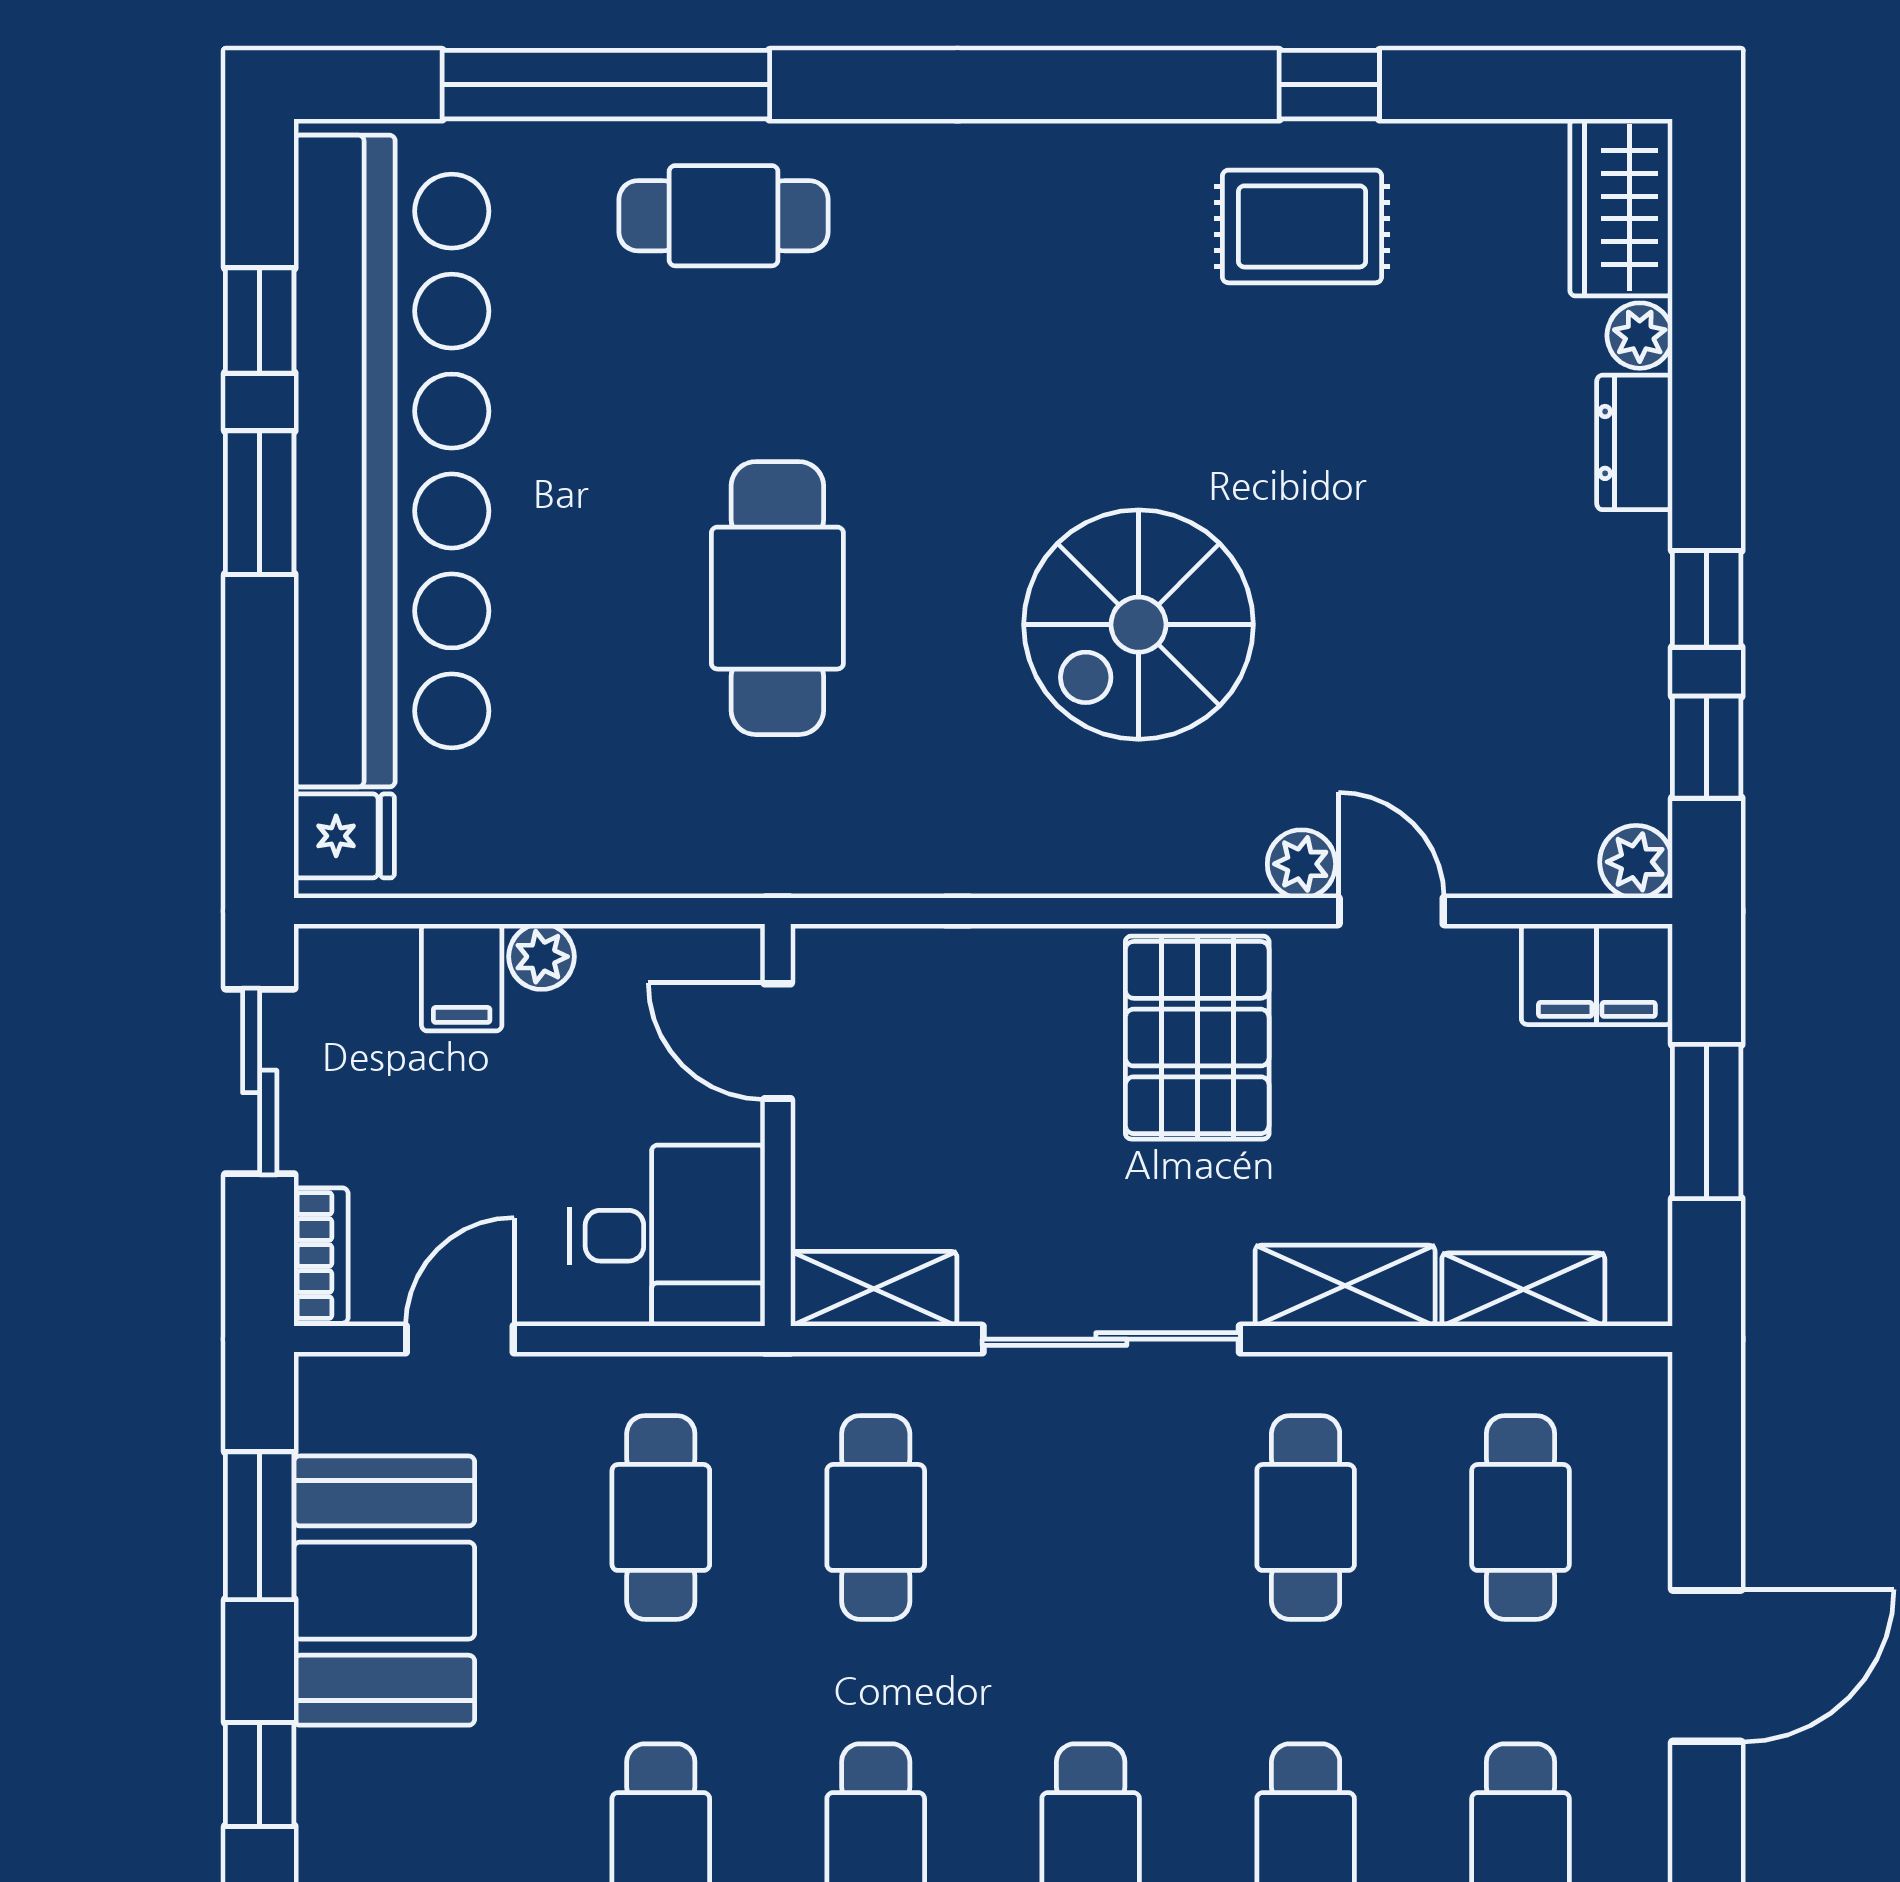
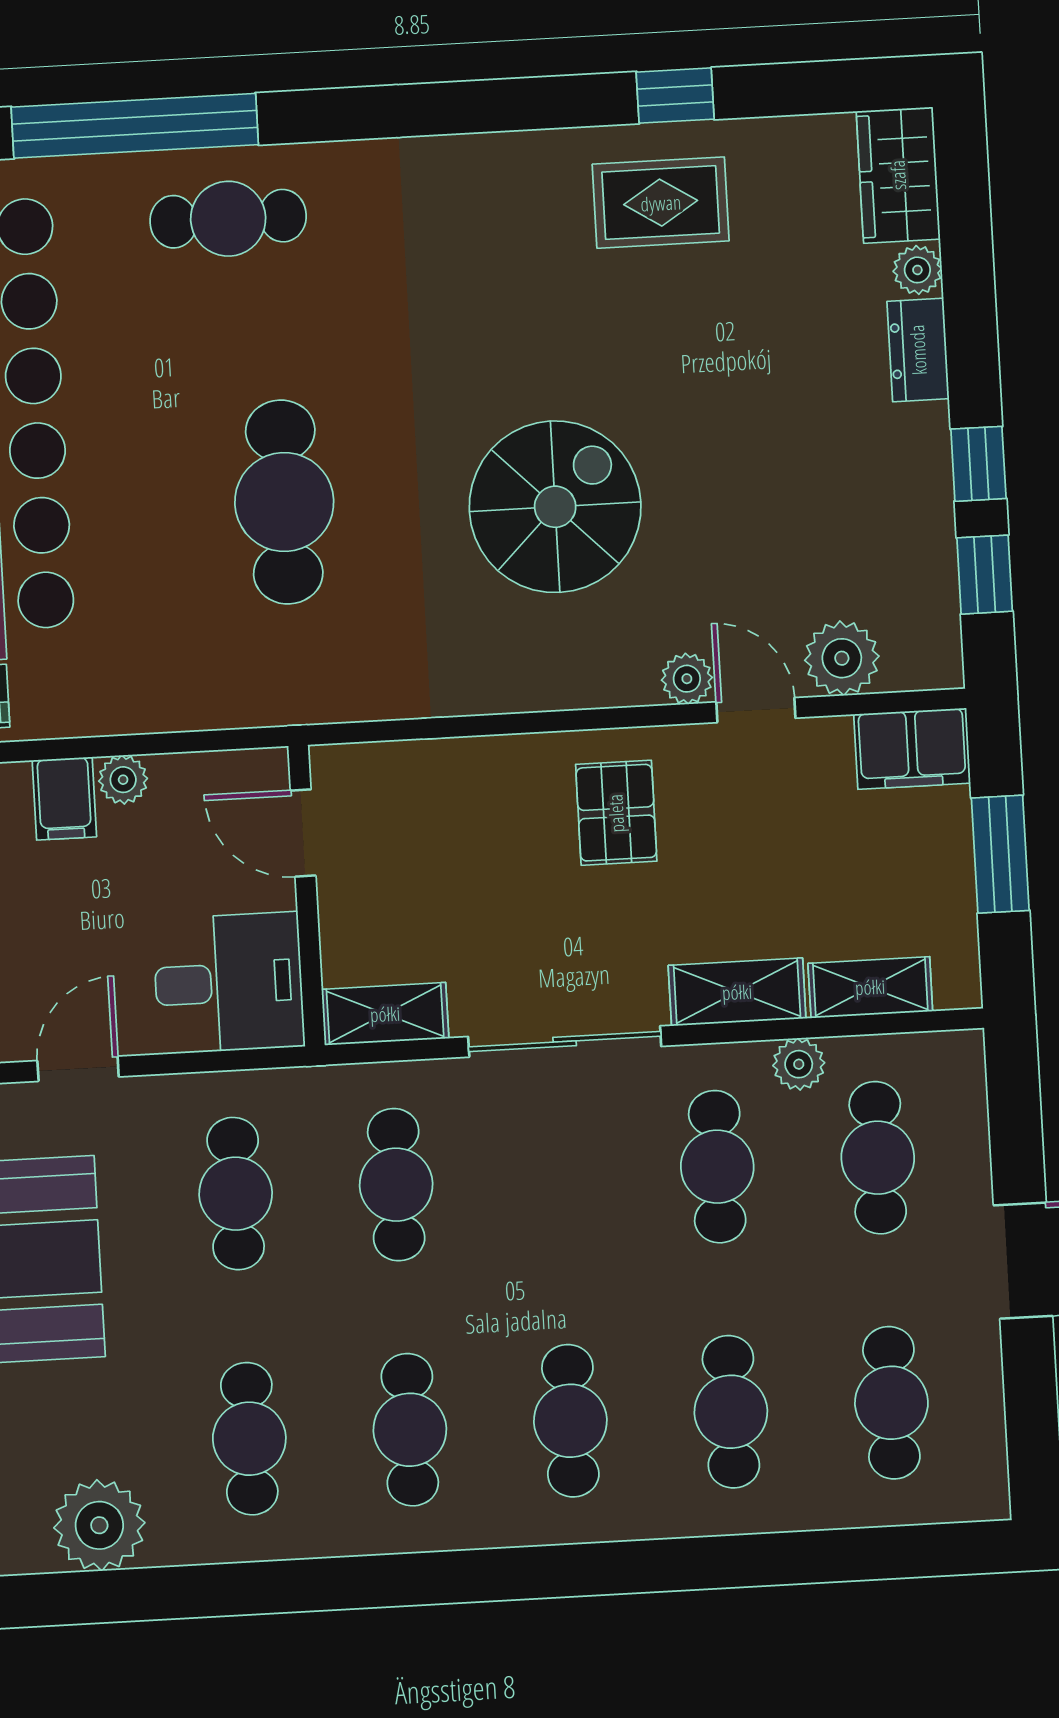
spiral stairs: (1139, 625) -> (555, 507), turned 180
plant: (1636, 862) -> (842, 658), moved, width x1.38, depth x1.38
pallet: (1197, 1038) -> (616, 813), width x0.67, depth x0.71
plant: (1422, 1387) -> (799, 1064), added

